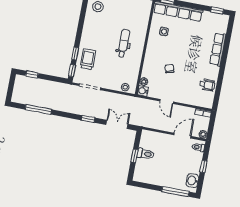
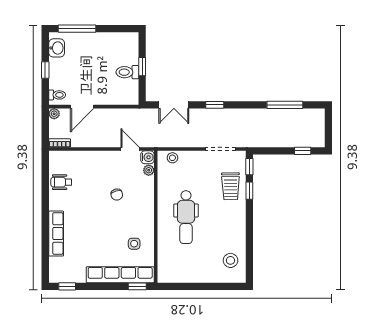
dental chair: (124, 43) -> (186, 217), width x1.36, depth x1.38
door: (167, 102) -> (130, 149), moved

